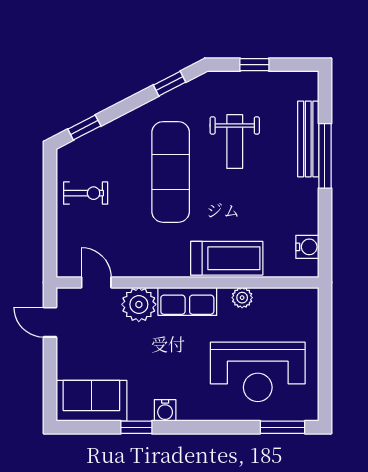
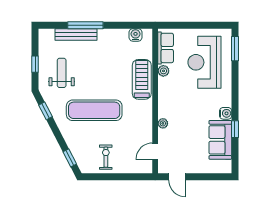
weight bench: (235, 142) -> (62, 73), moved, turned -90
row of seats: (187, 301) -> (166, 48), moved
plant: (139, 304) -> (163, 123), width x0.53, depth x0.53
door: (50, 322) -> (177, 177), hinge flipped
reception desk: (258, 372) -> (204, 62), turned 180
sofa: (91, 401) -> (220, 140), moved

